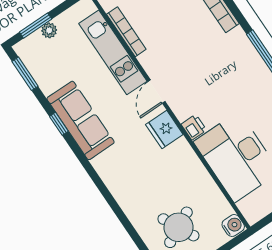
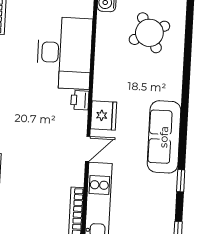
sofa: (81, 120) -> (164, 137), moved

